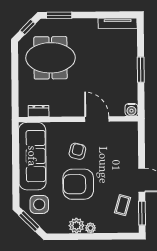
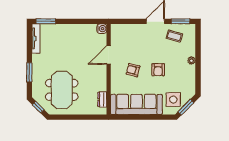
window: (59, 15) -> (29, 72), moved
window: (141, 70) -> (46, 21), moved
armchair: (78, 184) -> (158, 70), width x0.53, depth x0.53
plant: (76, 226) -> (190, 71), removed

